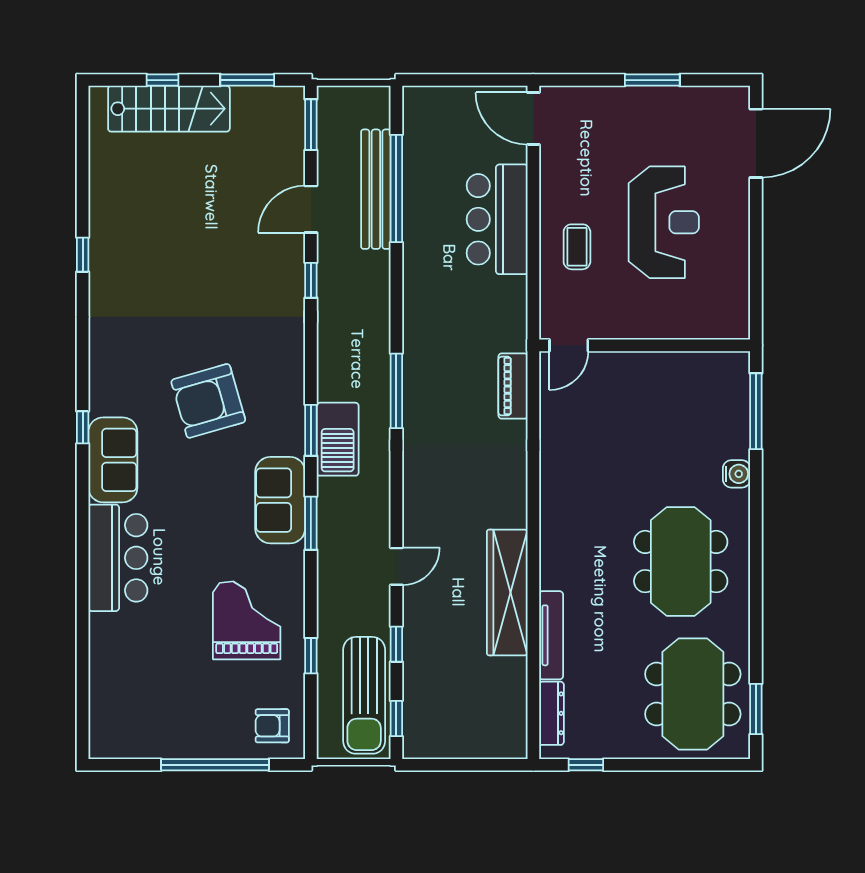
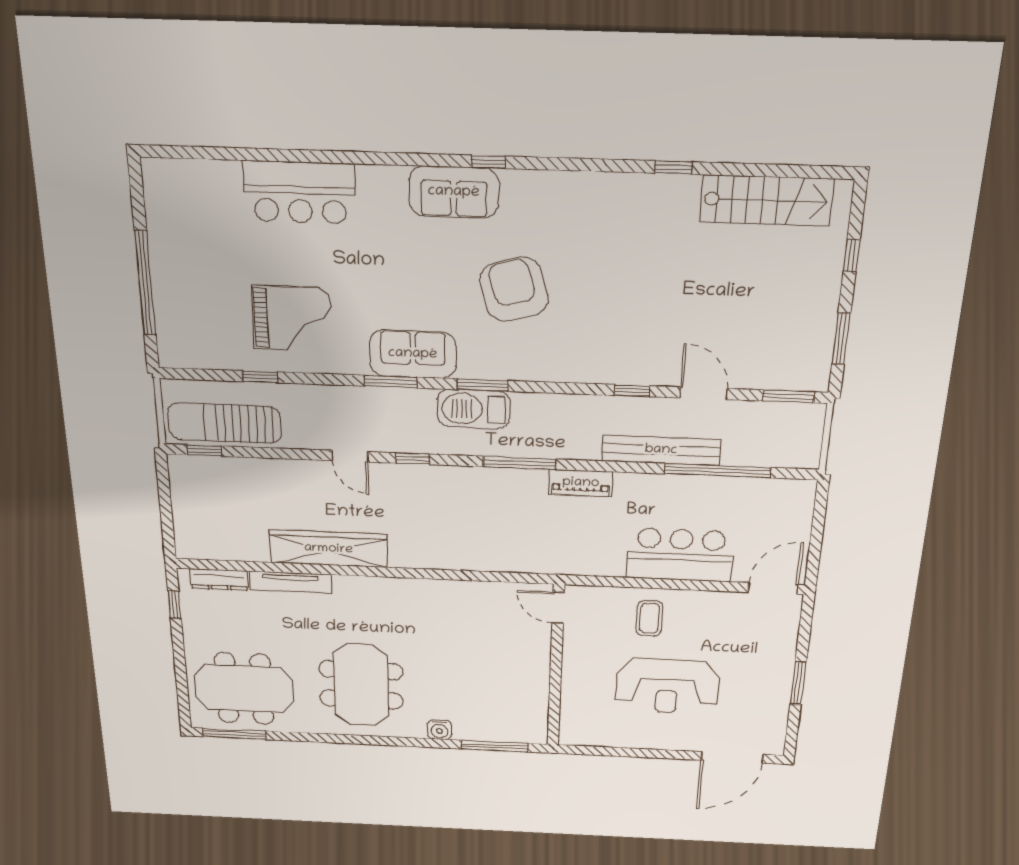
stairs: (169, 109) -> (767, 200), moved, turned -90
door: (756, 143) -> (732, 757), hinge flipped
bench: (376, 189) -> (661, 450), moved
coffee table: (577, 247) -> (650, 618), turned 90
piano: (513, 386) -> (581, 483), moved, turned 180
bar counter: (118, 558) -> (300, 192), moved
meeting table: (681, 562) -> (361, 685), turned 90
window: (396, 644) -> (412, 459), moved
window: (756, 709) -> (234, 734), width x1.44
armchair: (272, 726) -> (189, 339), removed

